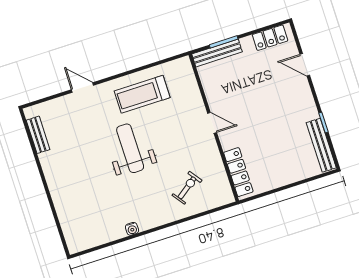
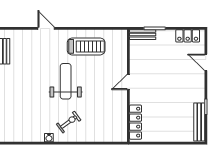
bench: (217, 53) -> (143, 35), width x0.73
treadmill: (142, 94) -> (86, 46), turned 180
door: (212, 123) -> (128, 82), swing flipped
exercise bike: (187, 188) -> (69, 122), moved

